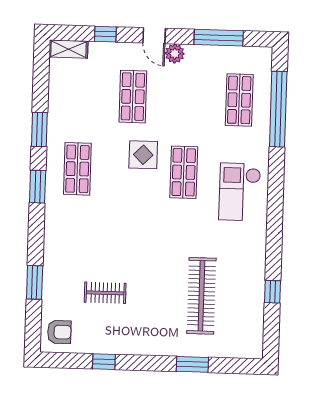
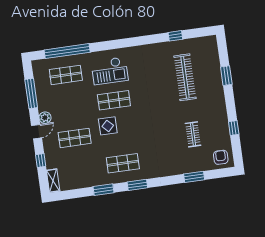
checkout: (240, 192) -> (110, 71), moved
clothes rail: (201, 296) -> (185, 77), turned 90

